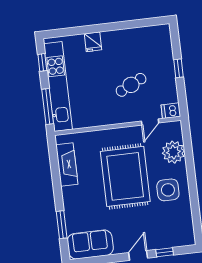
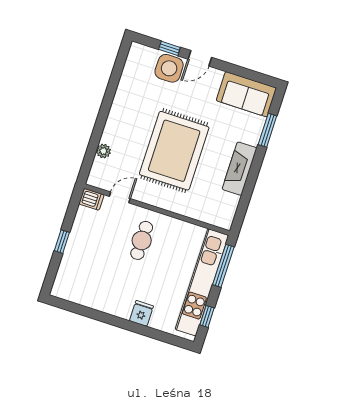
cafe table: (131, 85) -> (142, 240), moved, turned -64
plant: (173, 152) -> (103, 151), width x0.53, depth x0.53
fireplace: (67, 164) -> (240, 169), moved
side table: (168, 190) -> (169, 68), moved

